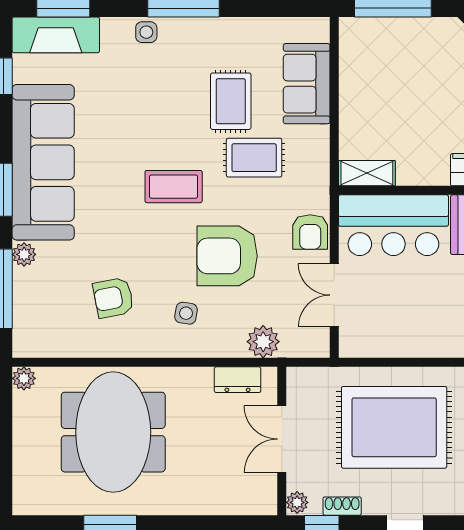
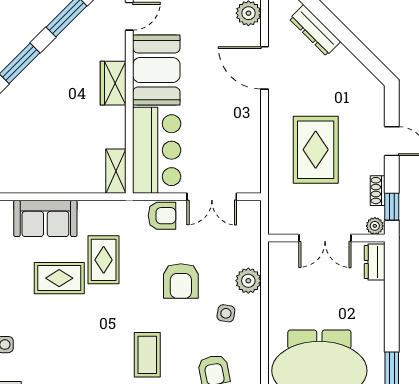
coffee table: (174, 187) -> (147, 355), moved
armchair: (227, 256) -> (181, 281), width x0.73, depth x0.73
plant: (263, 342) -> (248, 281), moved
dresser: (238, 380) -> (375, 262), moved, turned 180
rug: (394, 427) -> (316, 150), width x0.73, depth x0.69

